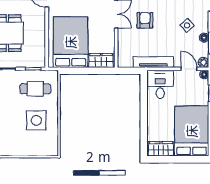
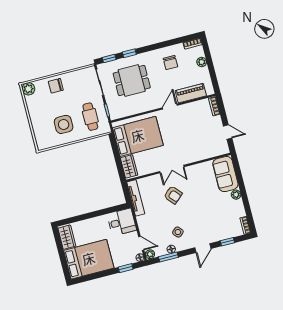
armchair: (145, 20) -> (173, 195), turned 49
tv unit: (153, 62) -> (136, 198), moved
door: (189, 69) -> (141, 243), hinge flipped

